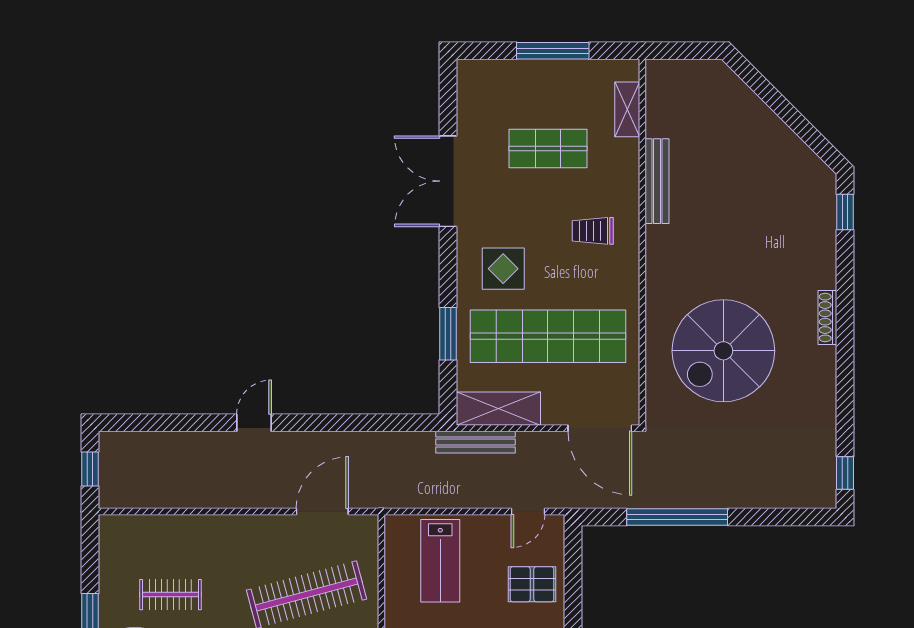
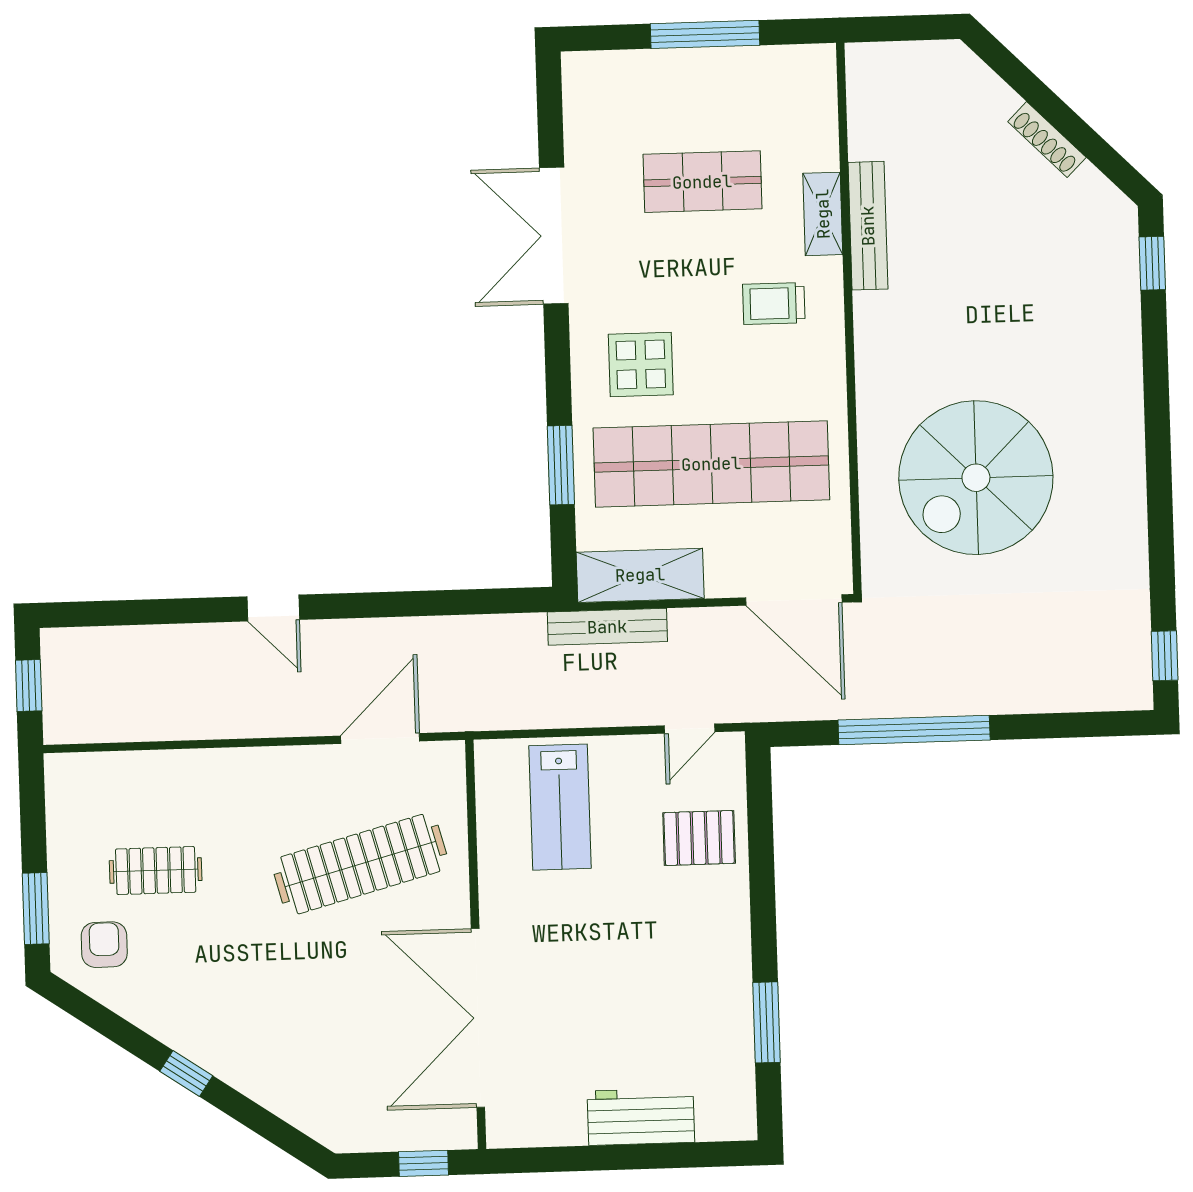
shelving: (627, 109) -> (823, 214), moved
shoe rack: (827, 318) -> (1047, 140), moved, turned -45
door: (254, 423) -> (273, 608), swing flipped

